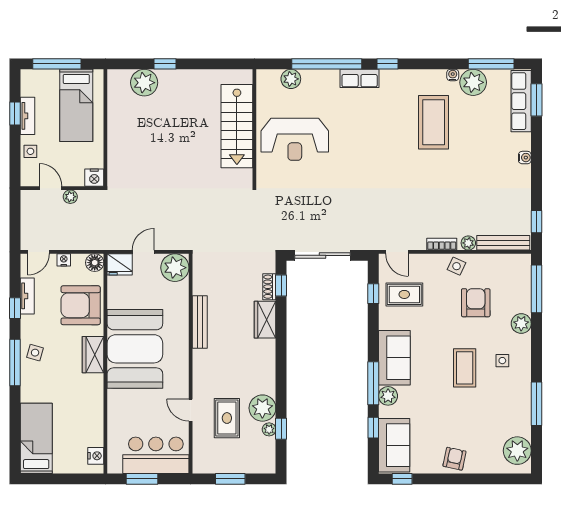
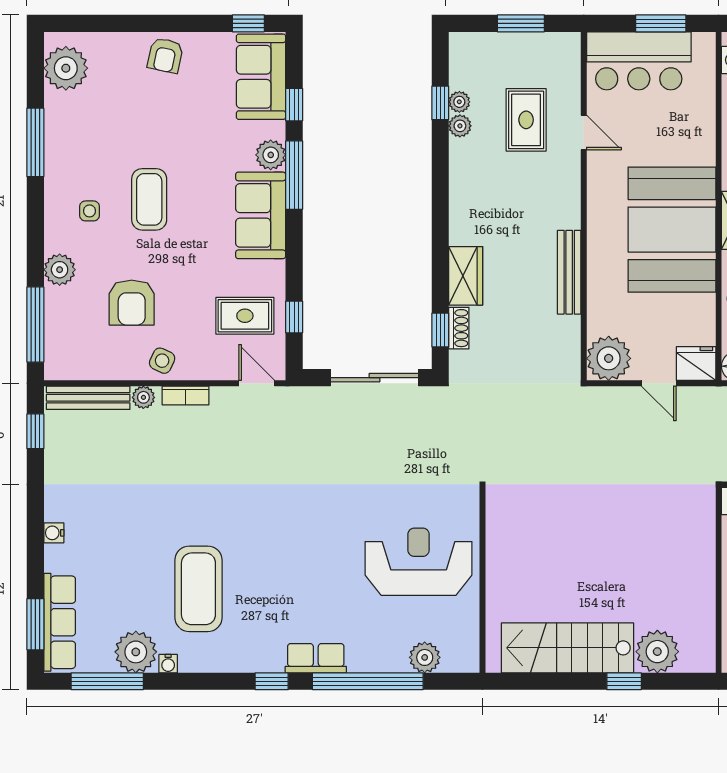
stairs: (237, 126) -> (568, 648), moved, turned -90
door: (143, 252) -> (659, 383), hinge flipped
plant: (262, 408) -> (460, 126), width x0.53, depth x0.53

